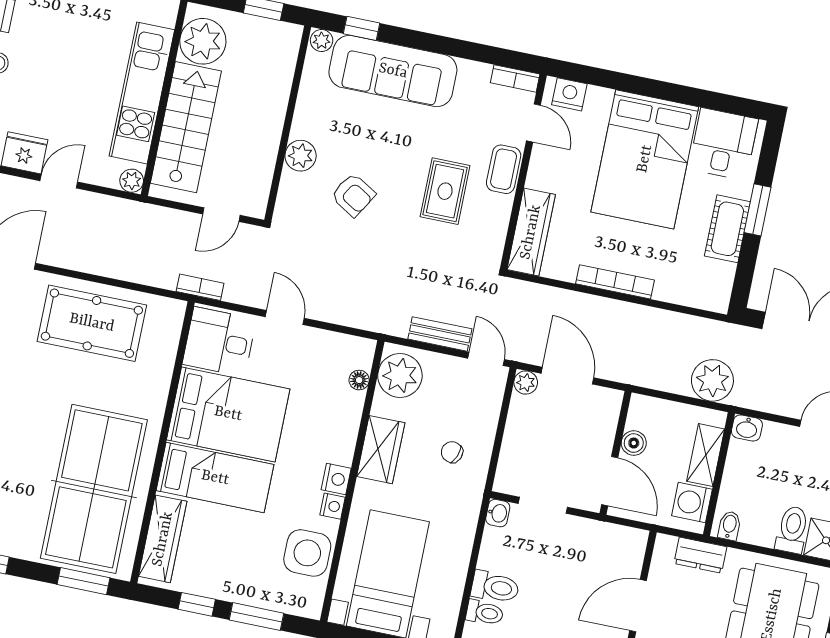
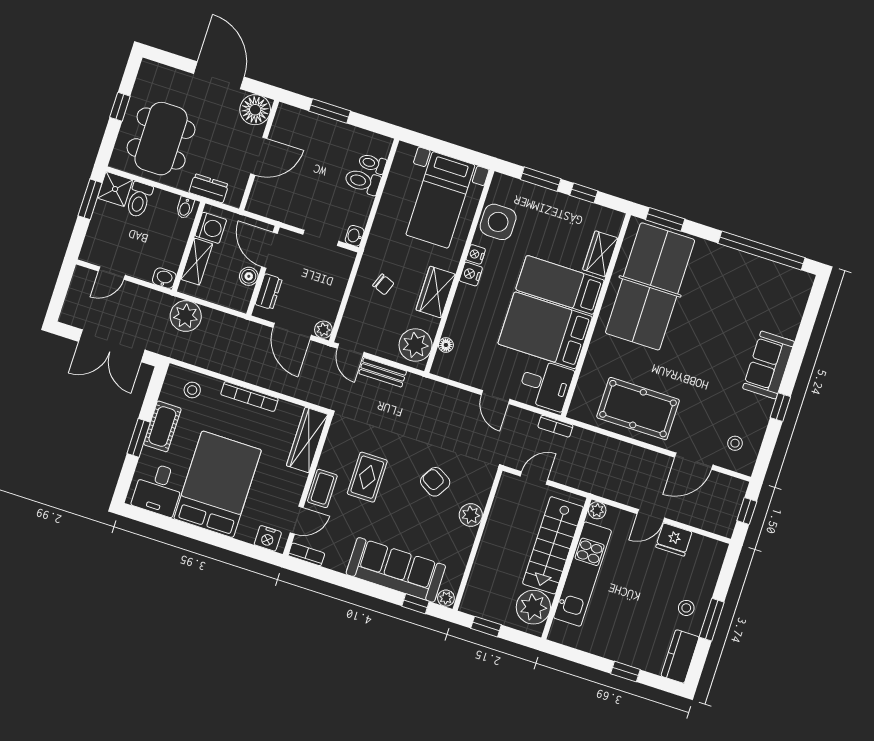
door: (533, 123) -> (297, 520), swing flipped
stool: (693, 282) -> (192, 390), added
dresser: (605, 425) -> (269, 292), added
wardrobe: (163, 539) -> (600, 254), width x0.67

